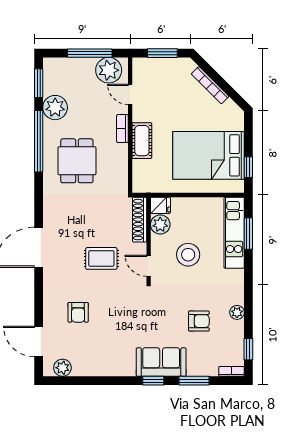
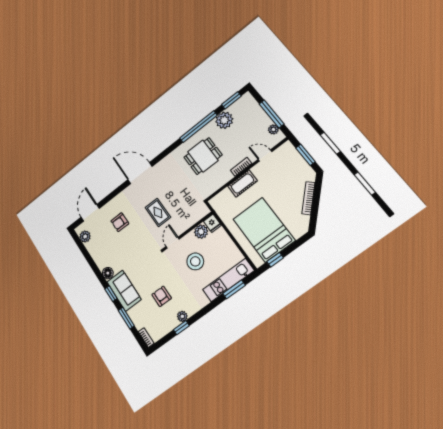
plant: (109, 70) -> (273, 129), width x0.53, depth x0.53
door: (130, 94) -> (265, 155), hinge flipped
shoe rack: (140, 220) -> (195, 217), removed
armchair: (199, 321) -> (162, 296), turned 180
window: (248, 349) -> (181, 328), moved
floor lamp: (127, 368) -> (108, 273), added

